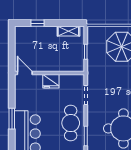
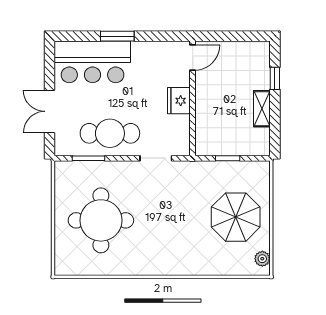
shelving: (68, 31) -> (262, 109), moved

